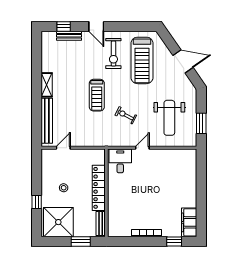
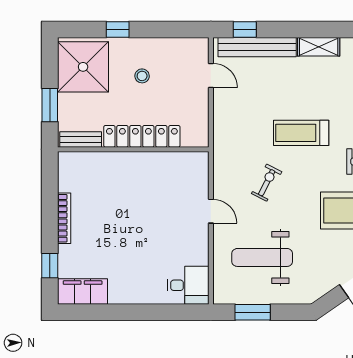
window: (37, 128) -> (245, 30), added
desk: (120, 161) -> (188, 285), moved

